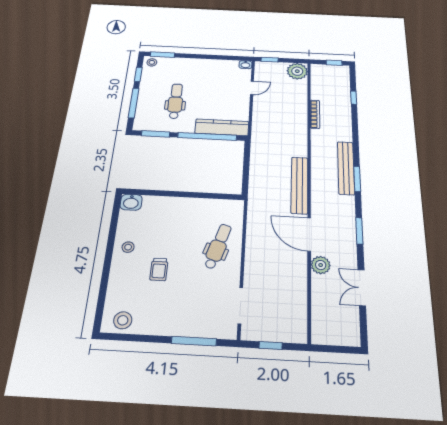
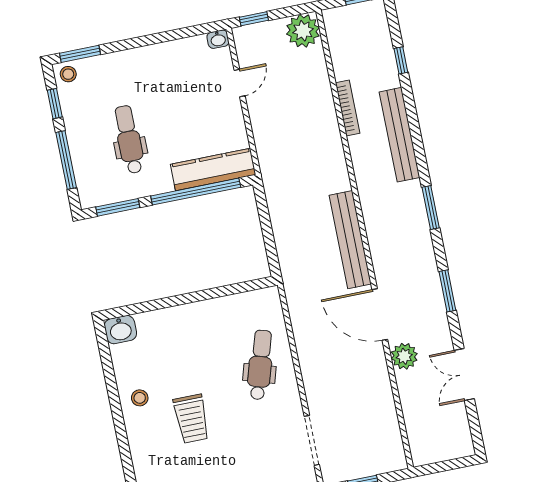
bench: (346, 168) -> (400, 135), moved
trolley: (159, 269) -> (191, 419), width x1.36, depth x1.39

